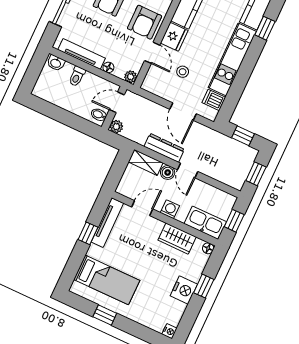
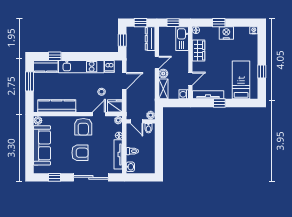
armchair: (145, 22) -> (83, 127), turned 90
fridge: (174, 37) -> (115, 106), moved
dresser: (164, 148) -> (150, 39), moved
door: (142, 208) -> (190, 79), swing flipped
washing machine: (170, 209) -> (184, 94), moved

